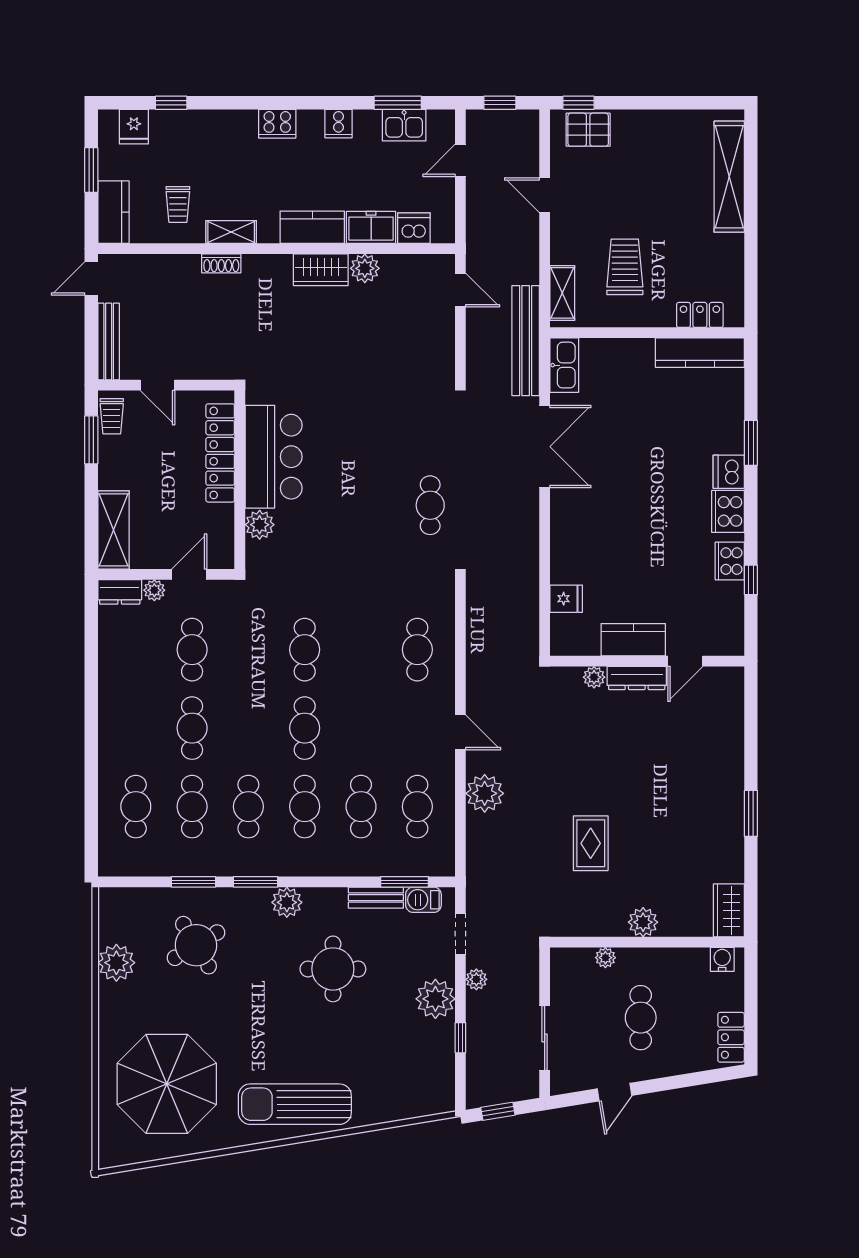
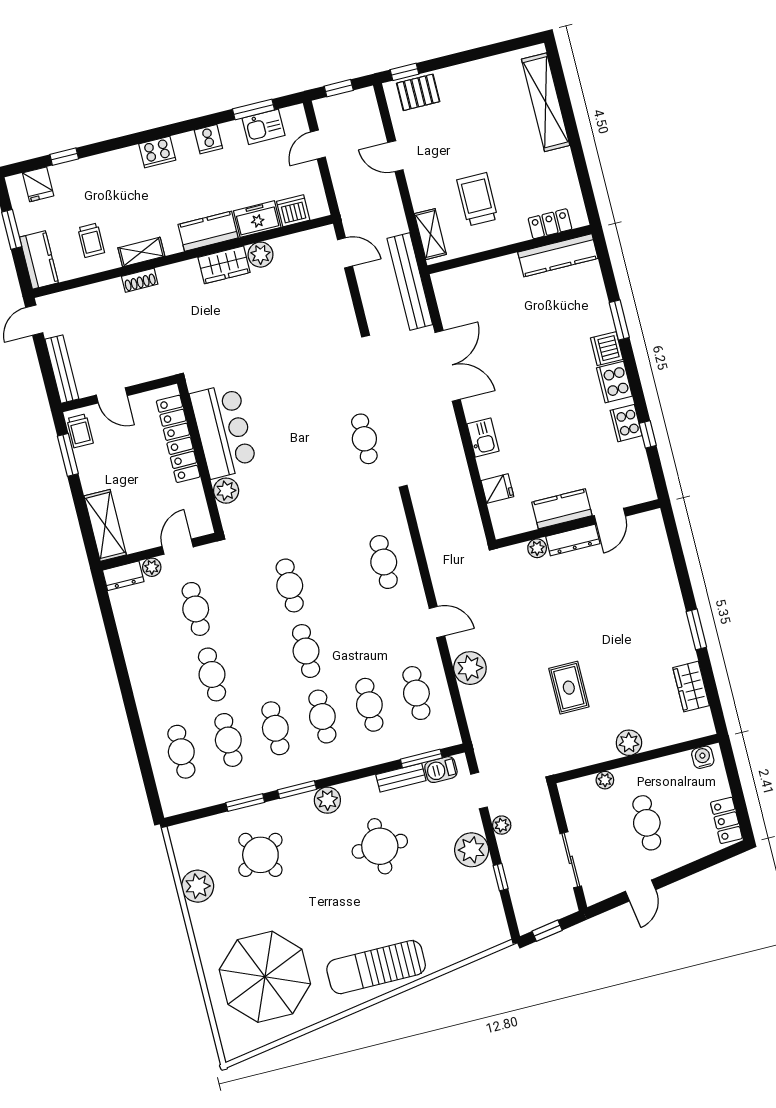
kitchen sink: (564, 365) -> (483, 438), moved, width x0.73
wardrobe: (729, 910) -> (691, 687), moved

